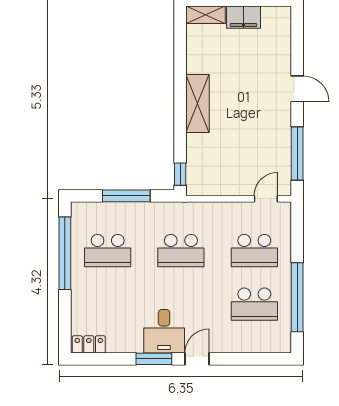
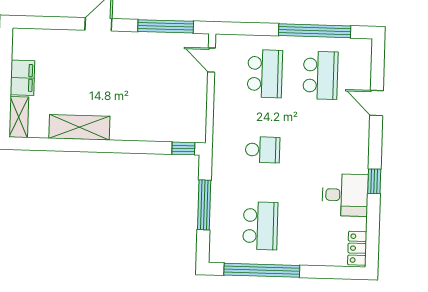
shelving: (197, 103) -> (79, 127), moved
school desk: (181, 251) -> (263, 150), width x0.54
desk: (164, 331) -> (345, 195), moved
window: (154, 359) -> (374, 181), width x0.67
door: (197, 359) -> (377, 103), moved

